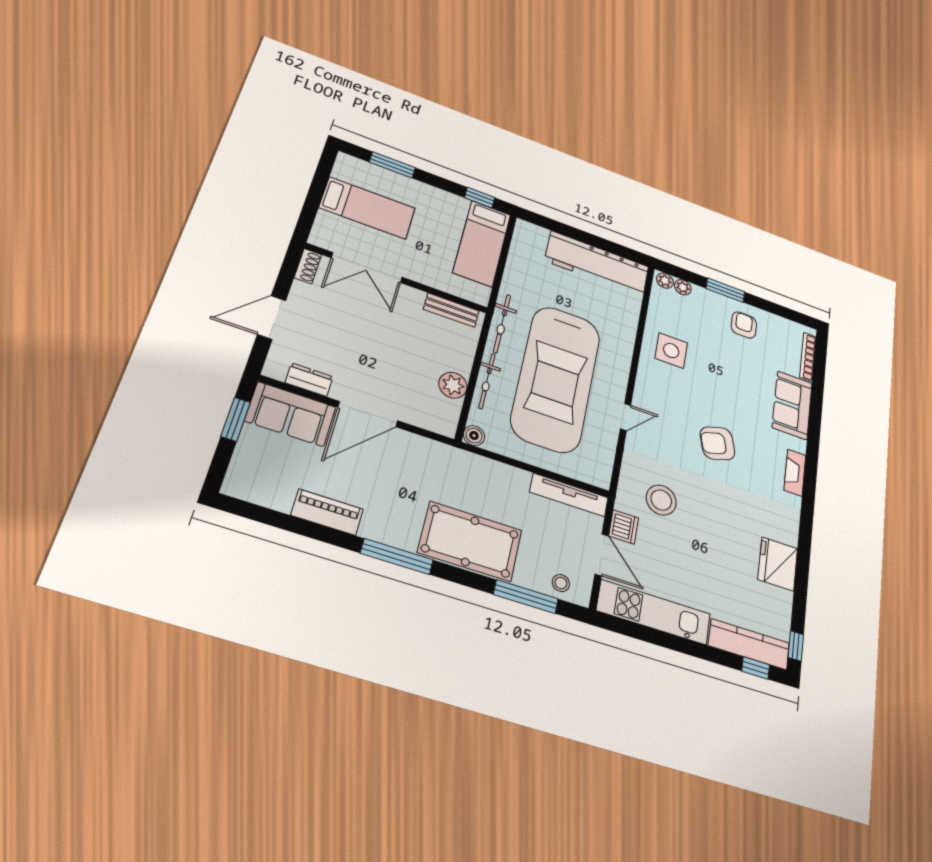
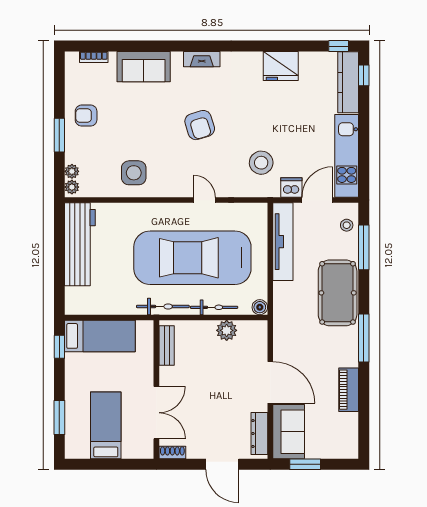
bookcase: (808, 357) -> (94, 57), width x0.64
car: (556, 378) -> (192, 258), turned 180
dresser: (309, 380) -> (259, 434), width x1.44
tv unit: (569, 495) -> (283, 242), width x1.36, depth x1.29

